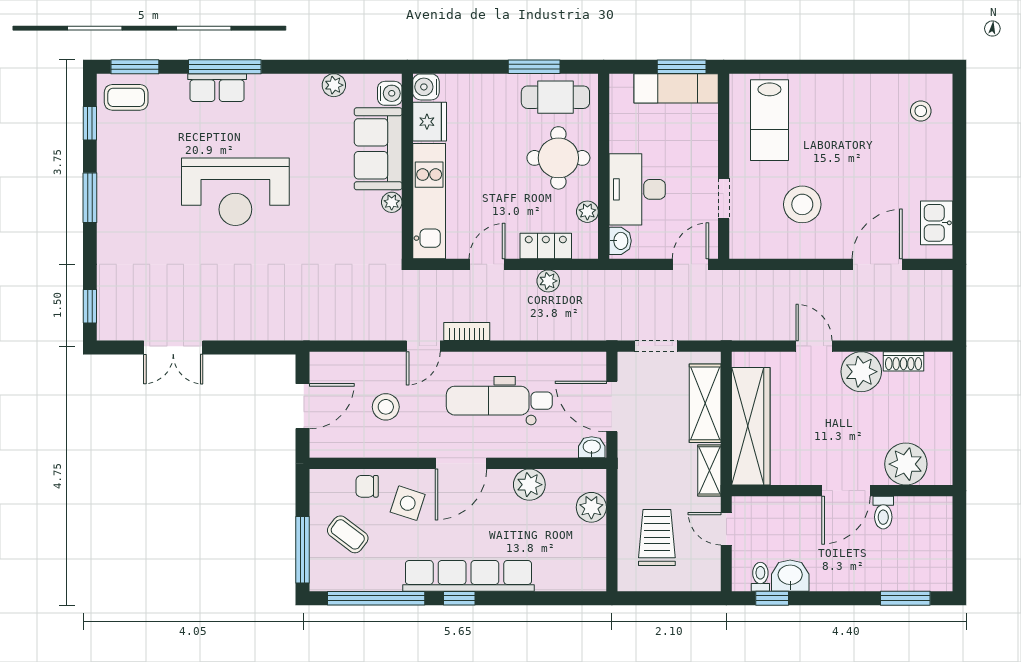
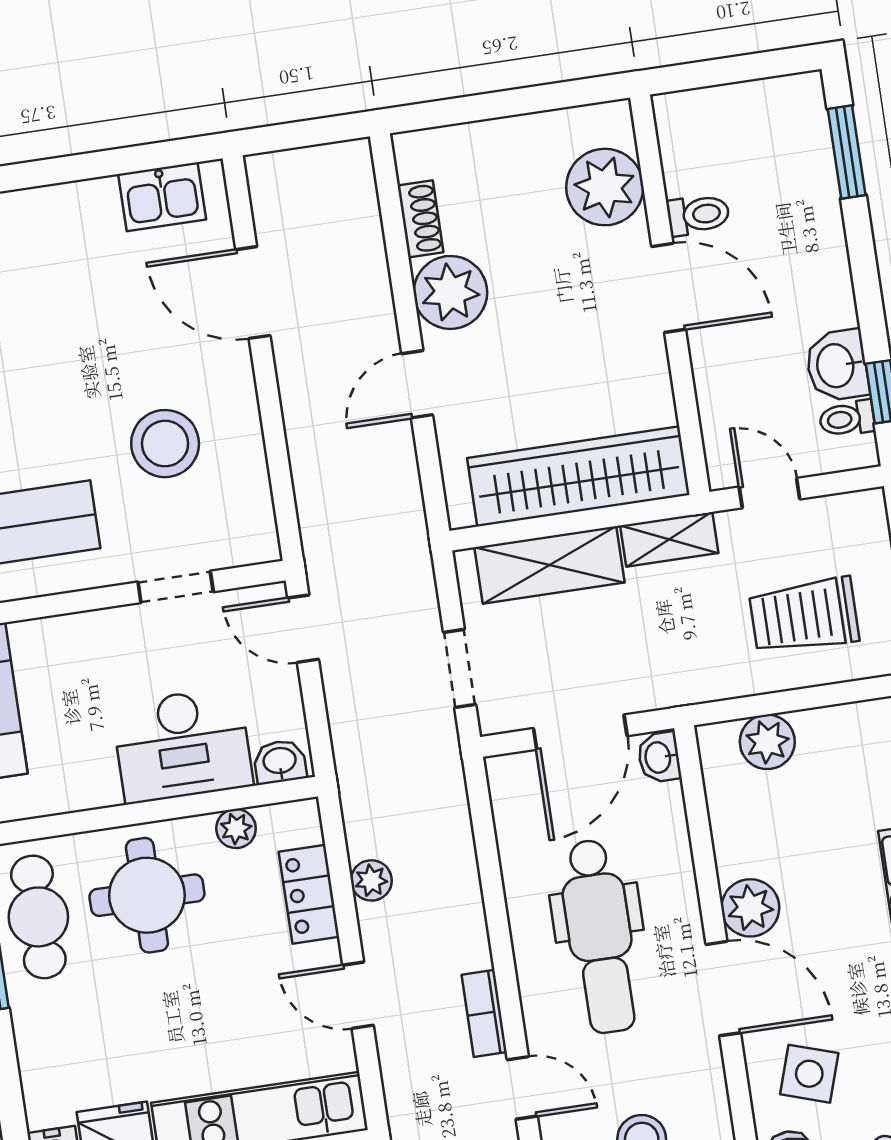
plant: (529, 485) -> (750, 908), moved
door: (726, 529) -> (769, 493), swing flipped

